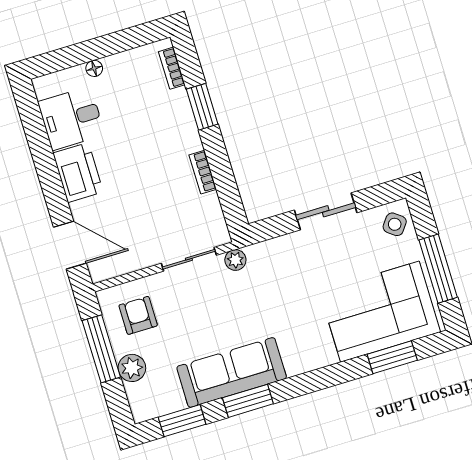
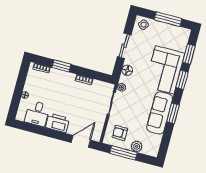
floor lamp: (278, 250) -> (127, 70), added
corner sofa: (380, 312) -> (165, 70), moved
window: (182, 421) -> (182, 80), moved

